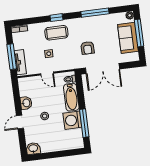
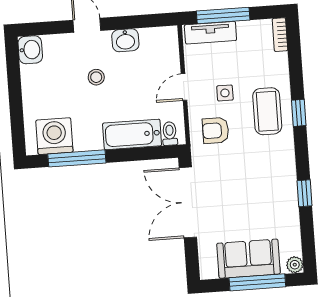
window: (95, 13) -> (305, 193), width x0.46
armchair: (88, 48) -> (216, 131), moved
washing machine: (72, 120) -> (54, 136), moved

